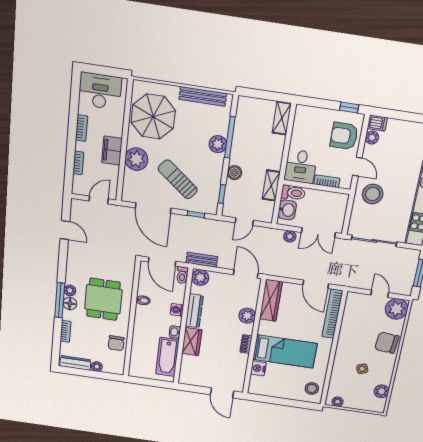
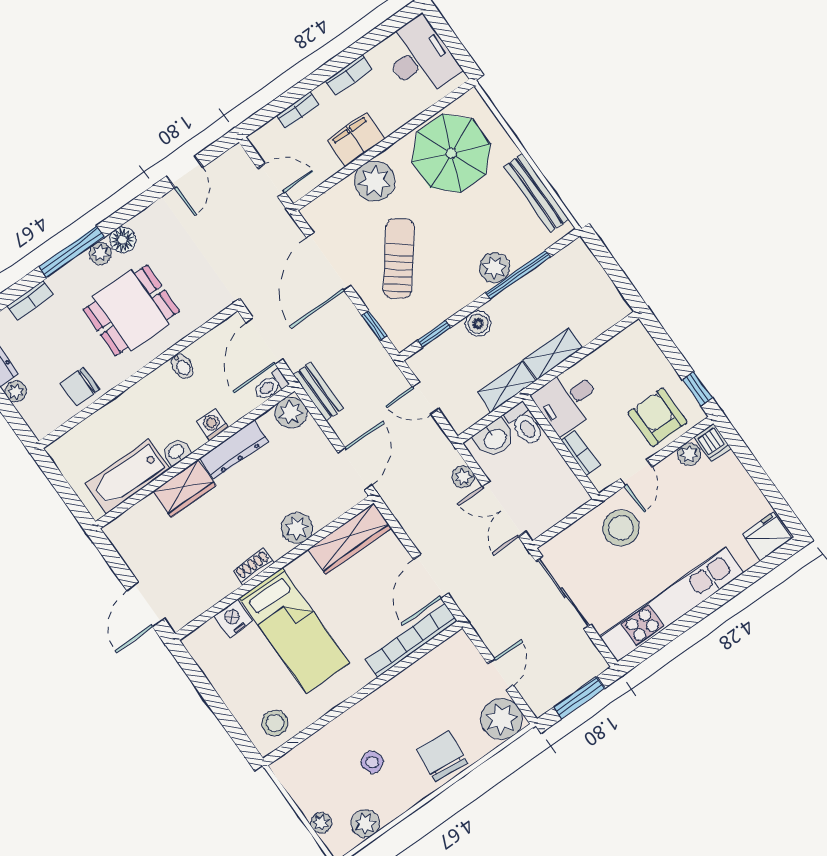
shelving: (282, 118) -> (553, 353), moved
floor lamp: (70, 303) -> (123, 240), moved
plant: (338, 402) -> (321, 823), moved

